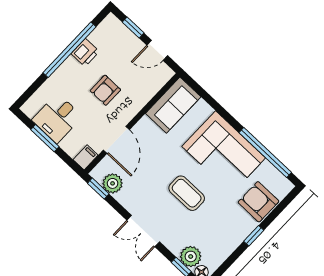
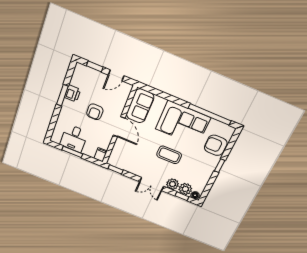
window: (69, 50) -> (62, 95), width x0.47
door: (116, 140) -> (119, 127), moved
plant: (113, 183) -> (173, 184), moved

